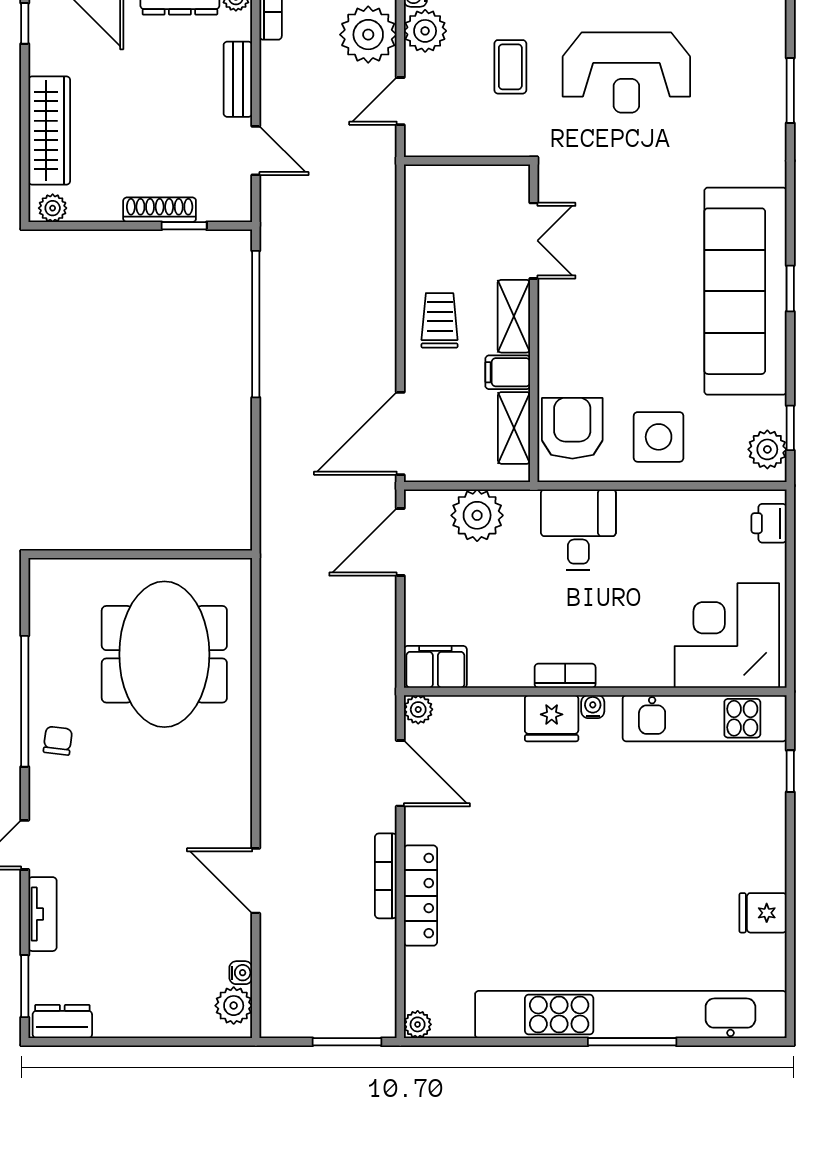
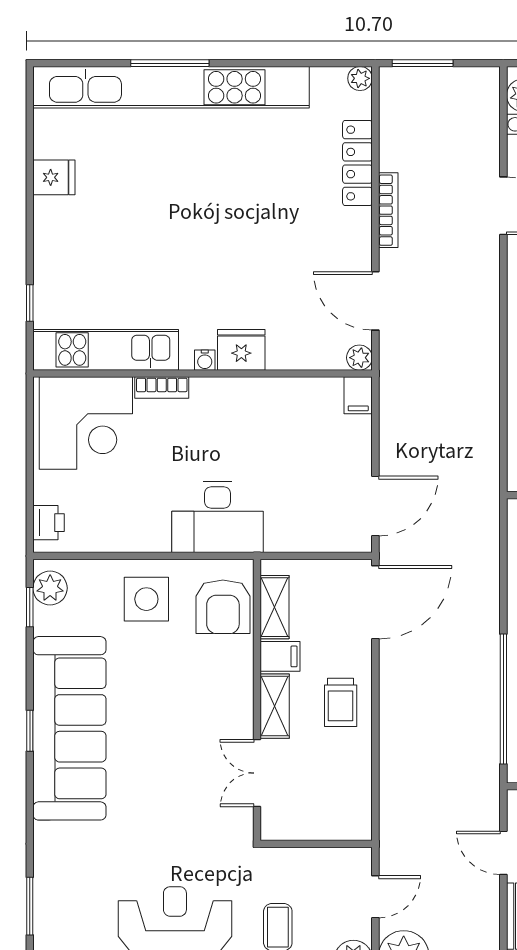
plant: (477, 515) -> (307, 530), removed
desk: (578, 530) -> (217, 517), width x1.37
filing cabinet: (435, 667) -> (358, 395), width x0.50
bookcase: (565, 676) -> (162, 387), moved
locker: (420, 896) -> (357, 163), moved

